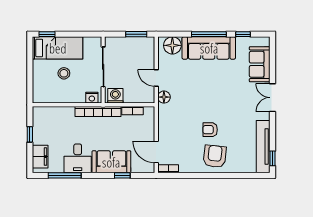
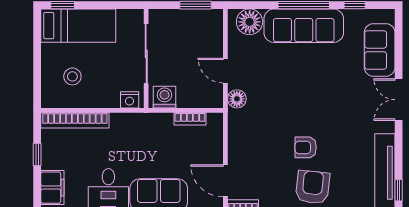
stool: (64, 73) -> (72, 76), moved
bookcase: (98, 111) -> (75, 120), moved

